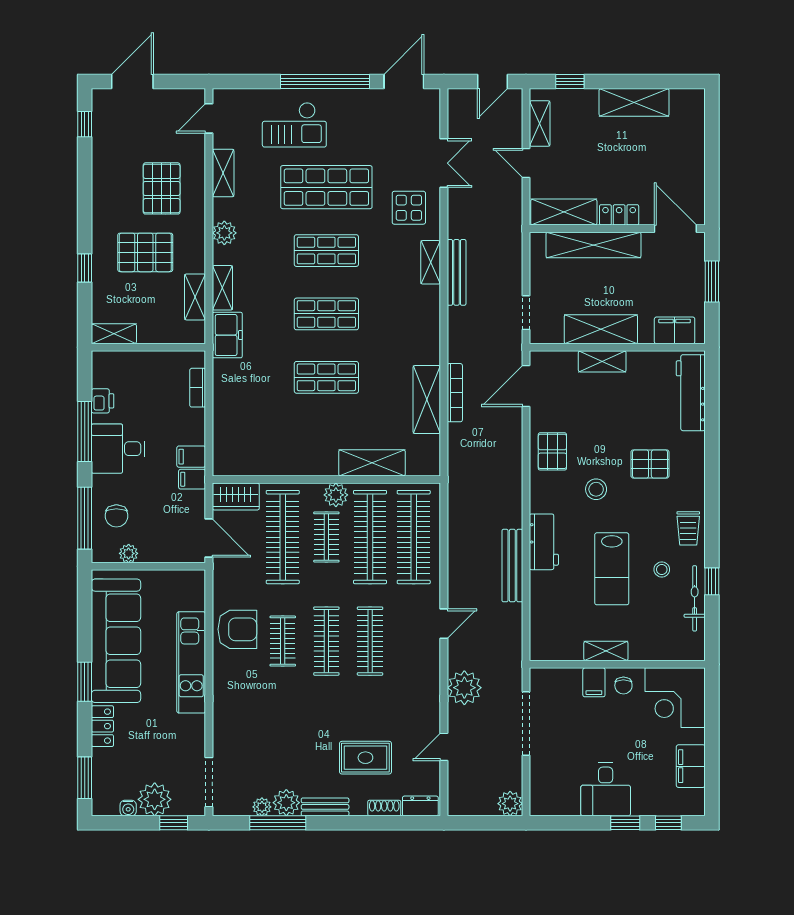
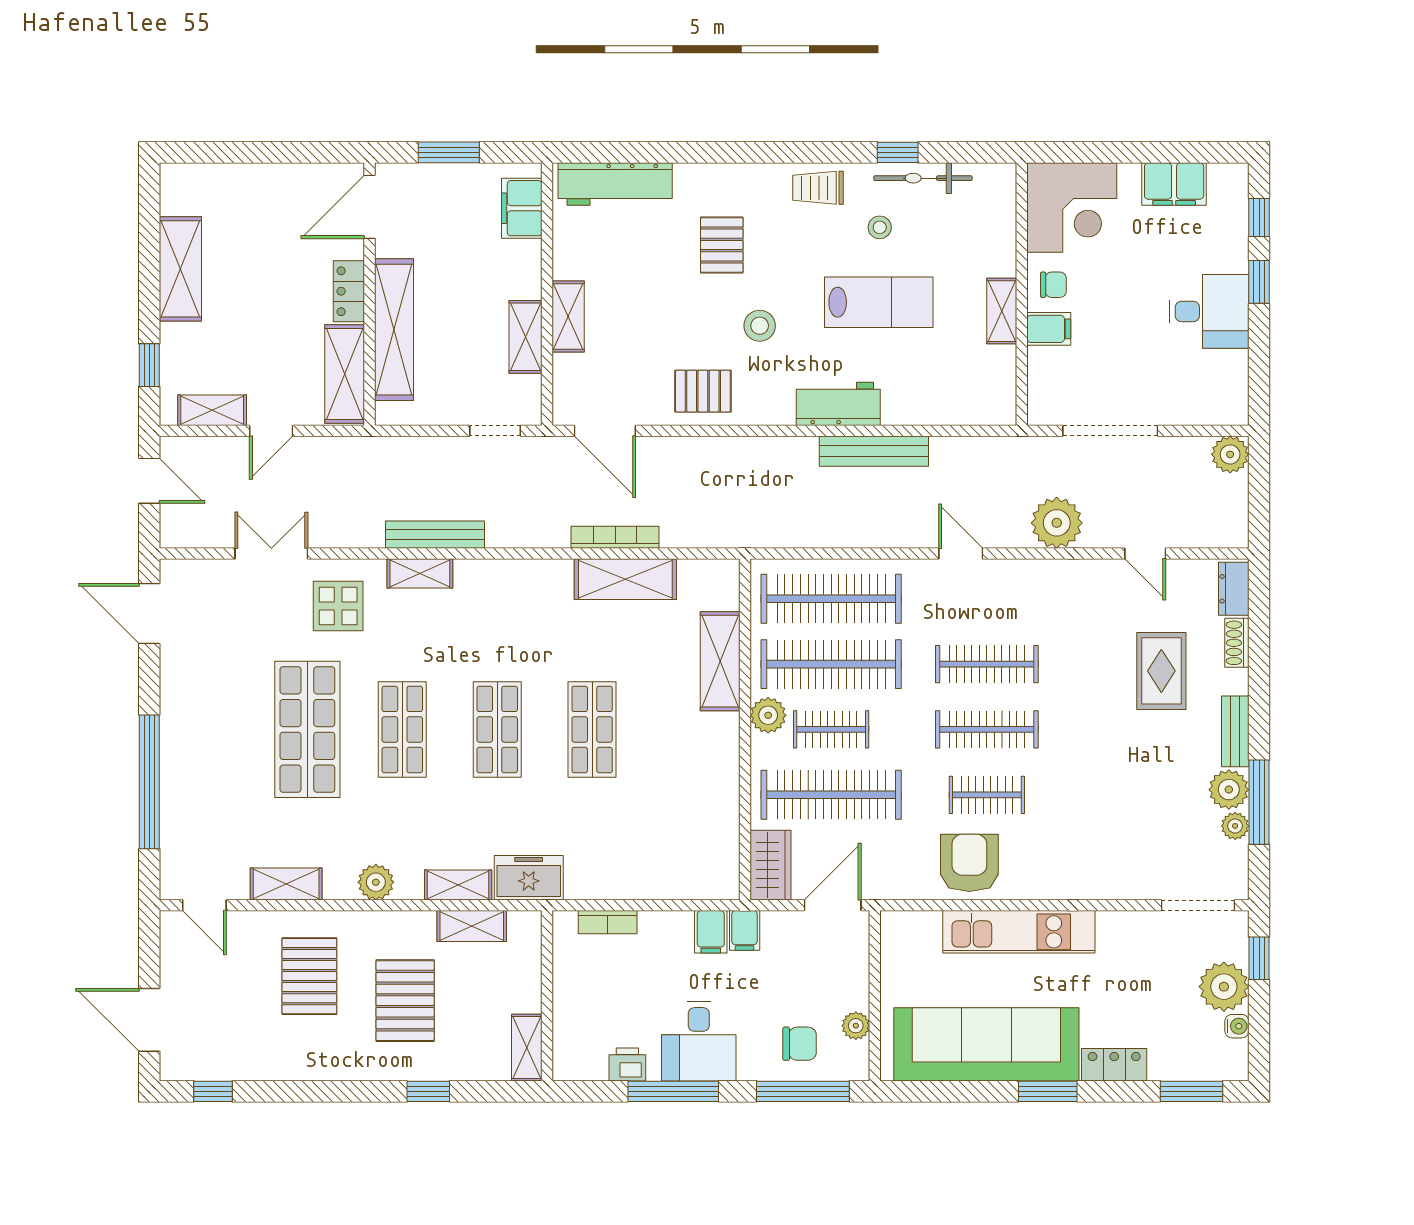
window: (325, 82) -> (149, 782), moved
checkout: (294, 125) -> (214, 777), removed
pallet: (162, 188) -> (309, 976), turned 90
shelving: (601, 329) -> (526, 337), width x0.67, depth x0.75
trolley: (688, 528) -> (818, 188), turned 180

